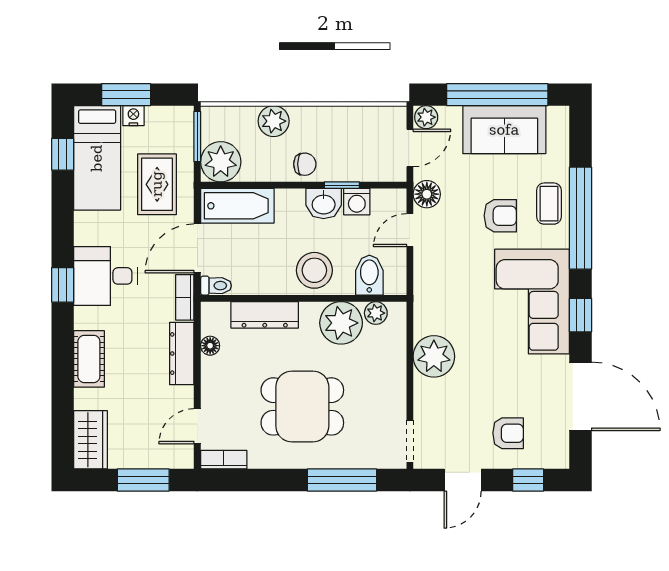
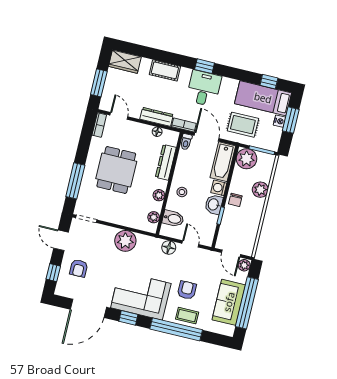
floor lamp: (427, 194) -> (169, 247), moved
washing machine: (357, 202) -> (219, 188), moved
armchair: (500, 216) -> (187, 290), turned 180
stool: (314, 270) -> (182, 192), width x0.53, depth x0.53
plant: (341, 323) -> (159, 195), width x0.53, depth x0.53

